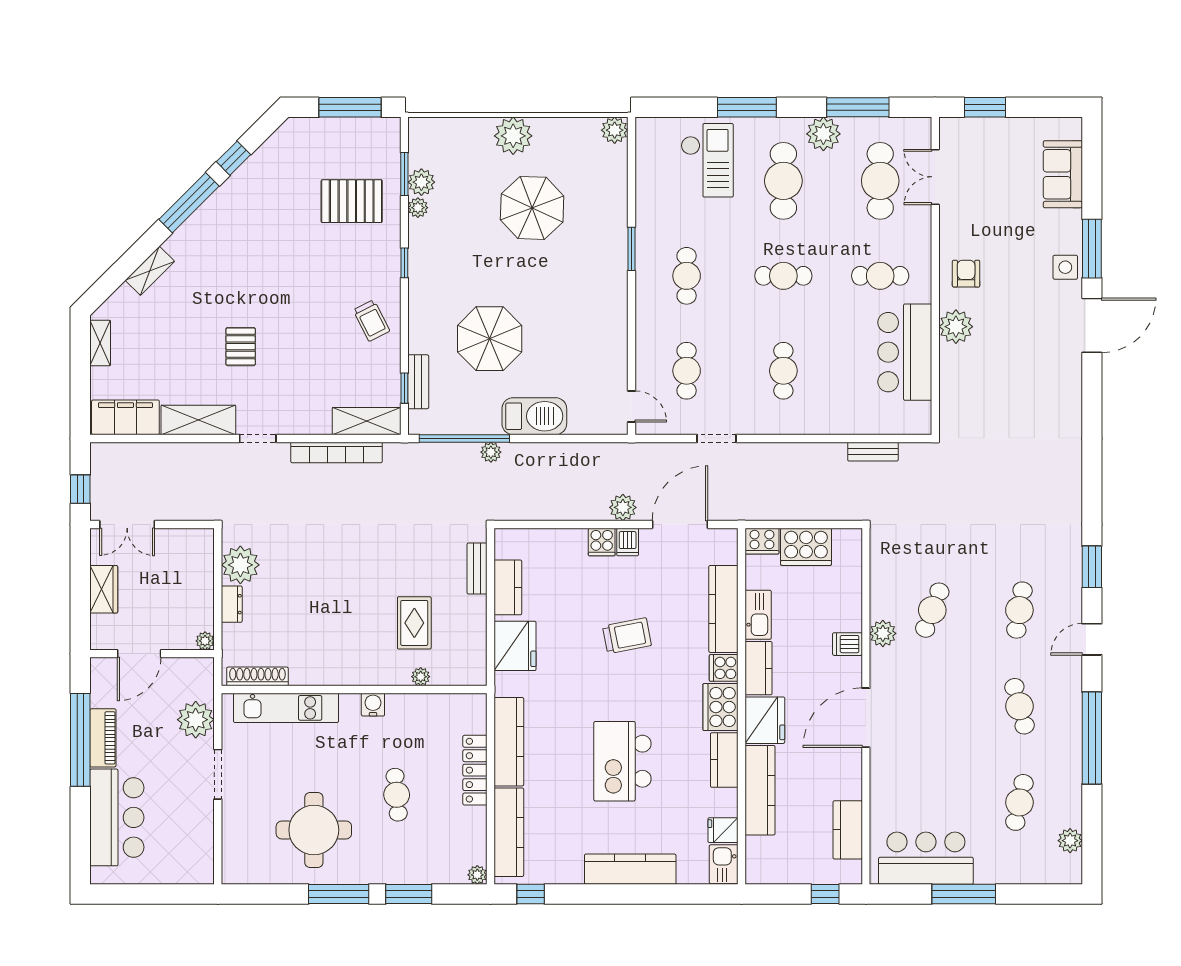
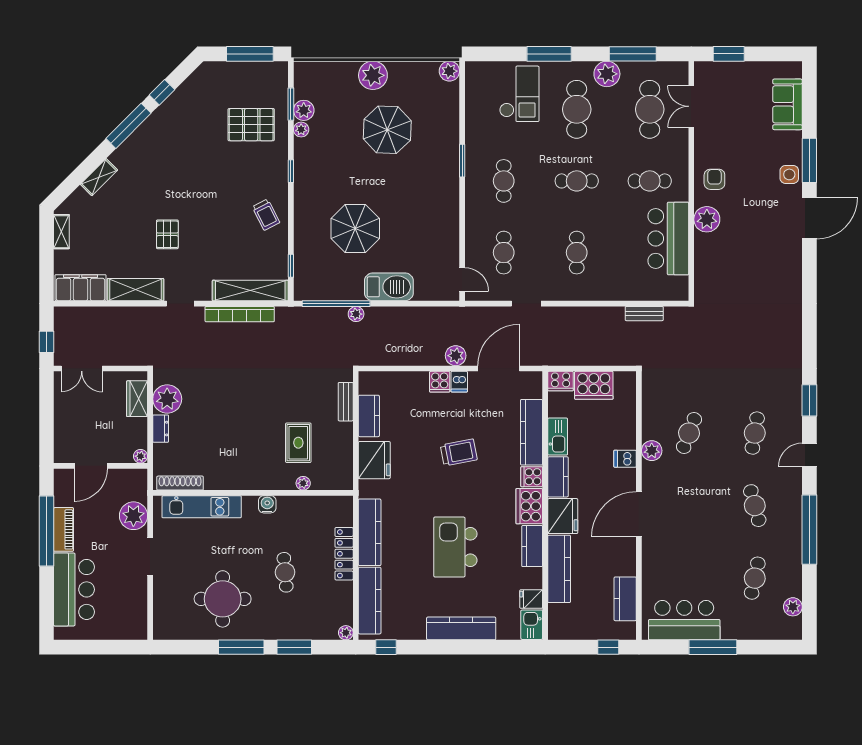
bench: (418, 382) -> (301, 261), removed
shelving: (367, 421) -> (250, 291), width x1.47
wardrobe: (104, 589) -> (137, 399), moved, turned 180

